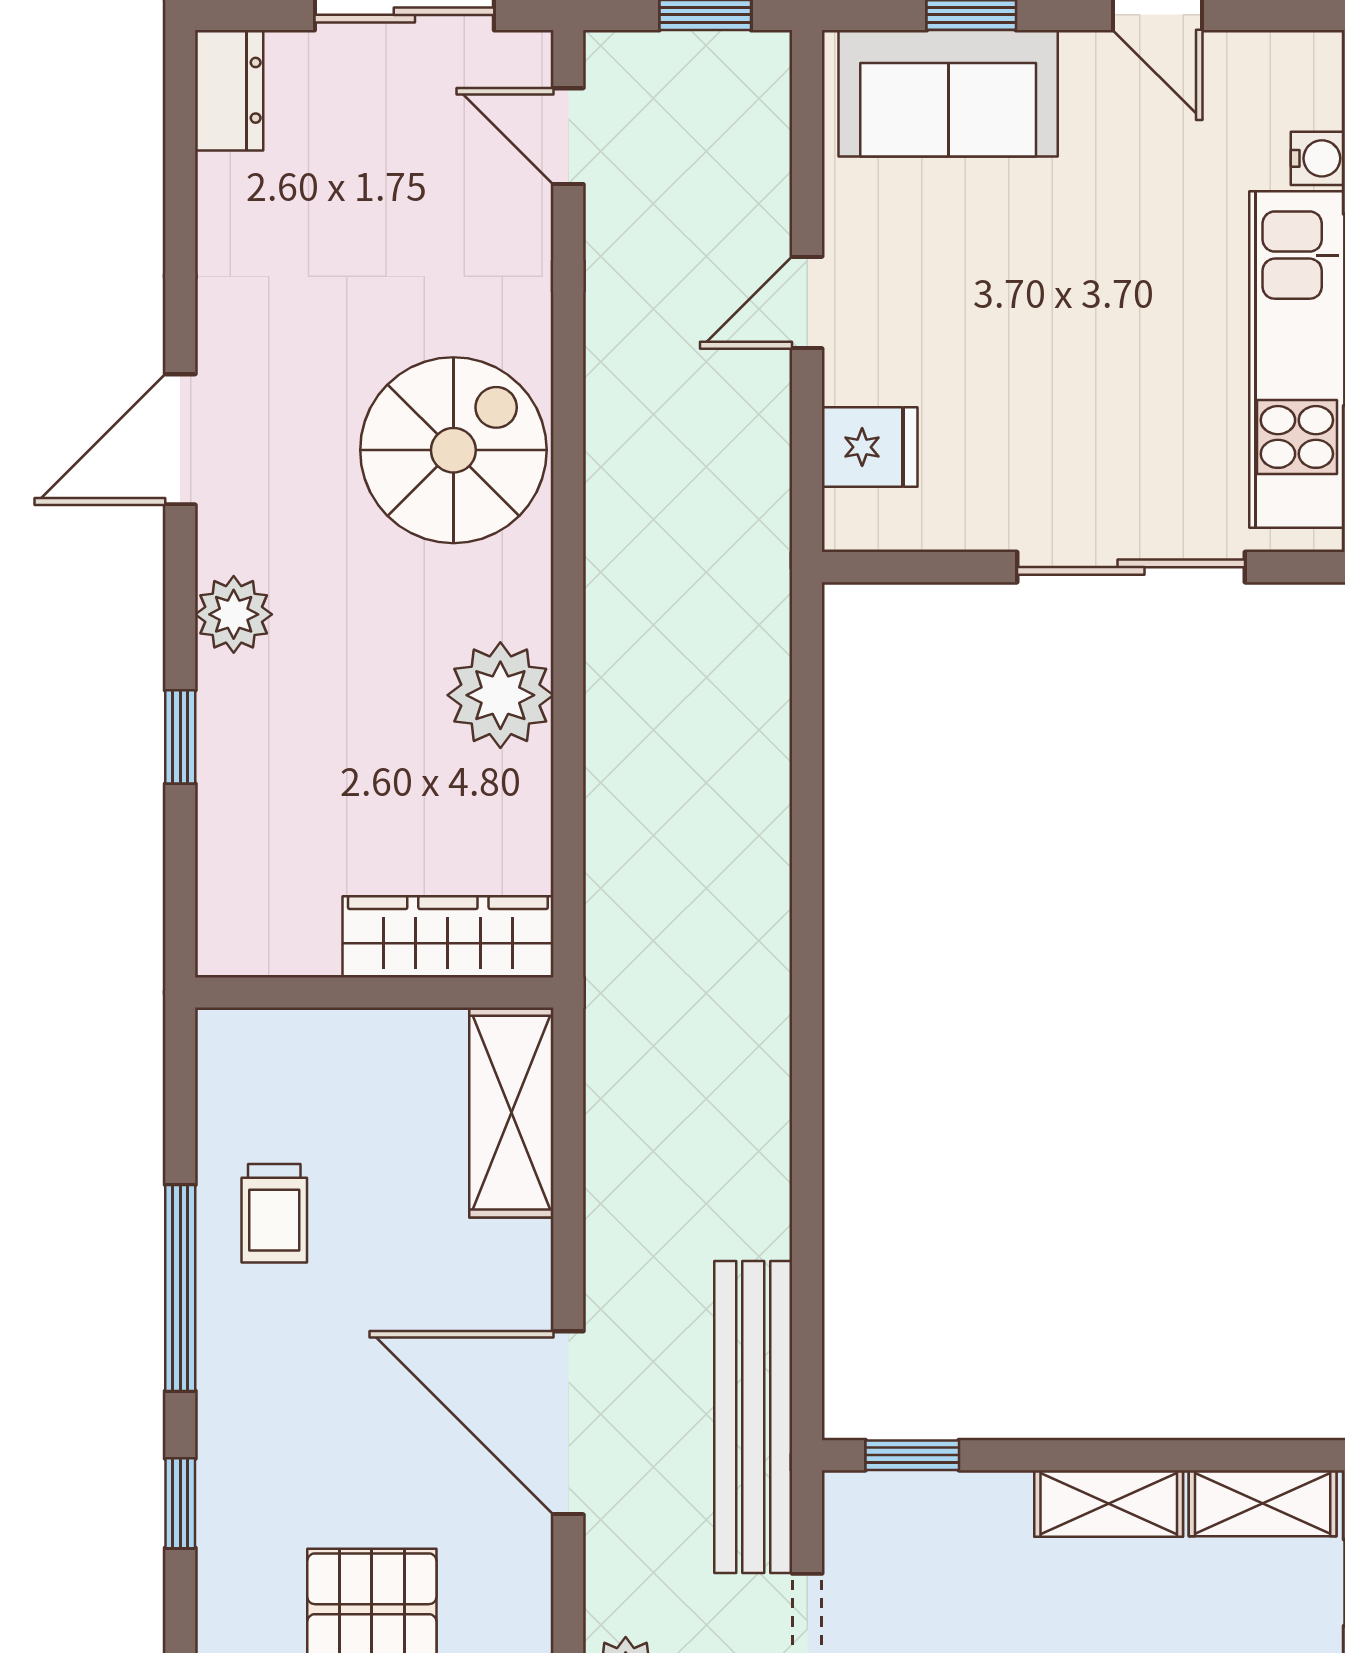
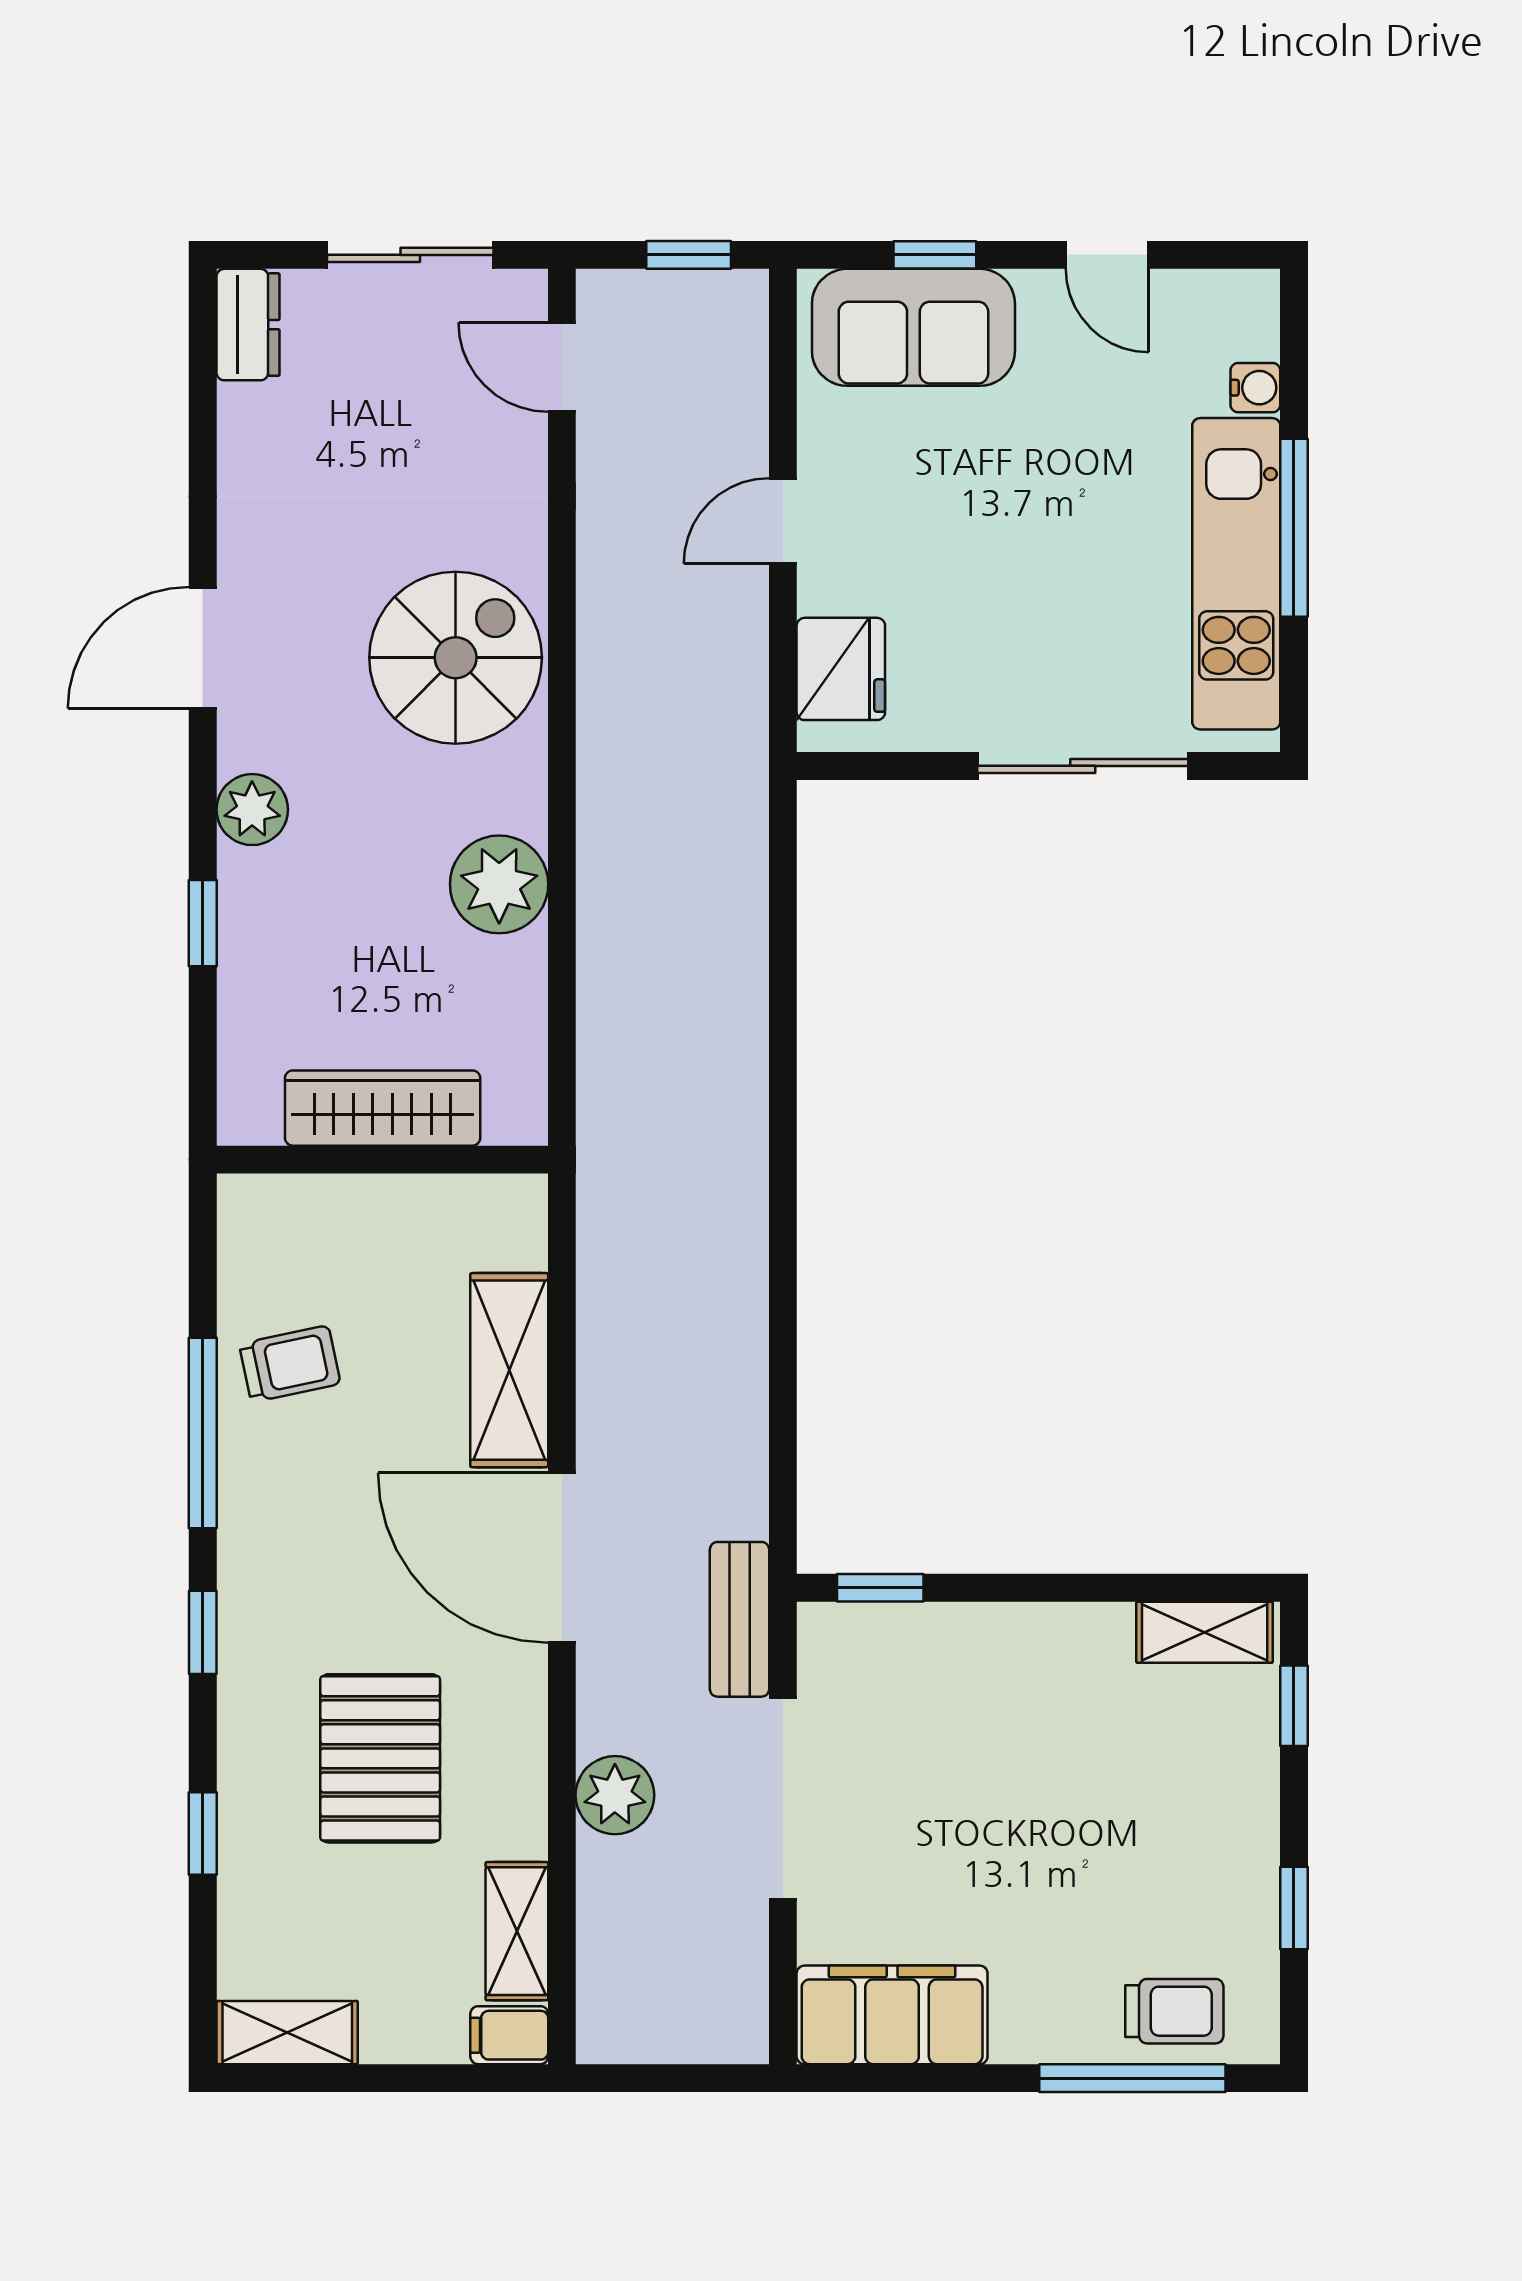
fridge: (870, 447) -> (841, 669), width x1.38
wardrobe: (448, 937) -> (383, 1108), moved
shelving: (511, 1113) -> (509, 1370), moved
trolley: (274, 1213) -> (290, 1364), turned -102
bench: (753, 1417) -> (740, 1619), width x0.54, depth x0.82
shelving: (1109, 1504) -> (1062, 1632), removed

